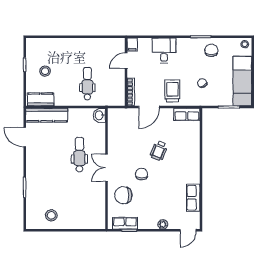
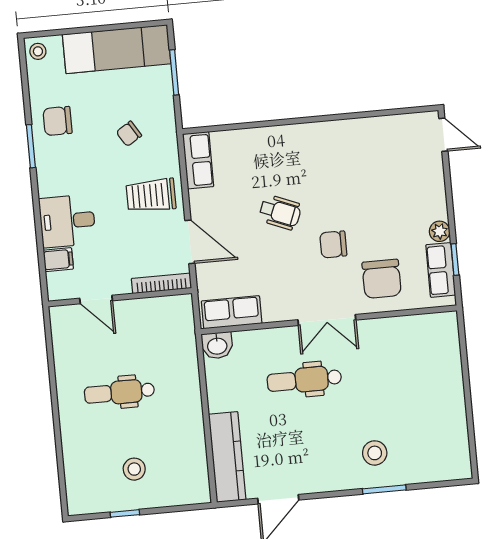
filing cabinet: (132, 45) -> (58, 260), moved
dental chair: (87, 84) -> (119, 392), moved
kitchen counter: (41, 99) -> (195, 473), removed
row of seats: (193, 198) -> (232, 312), moved, turned 180
stool: (51, 215) -> (375, 453), moved
plant: (163, 224) -> (440, 231), moved

